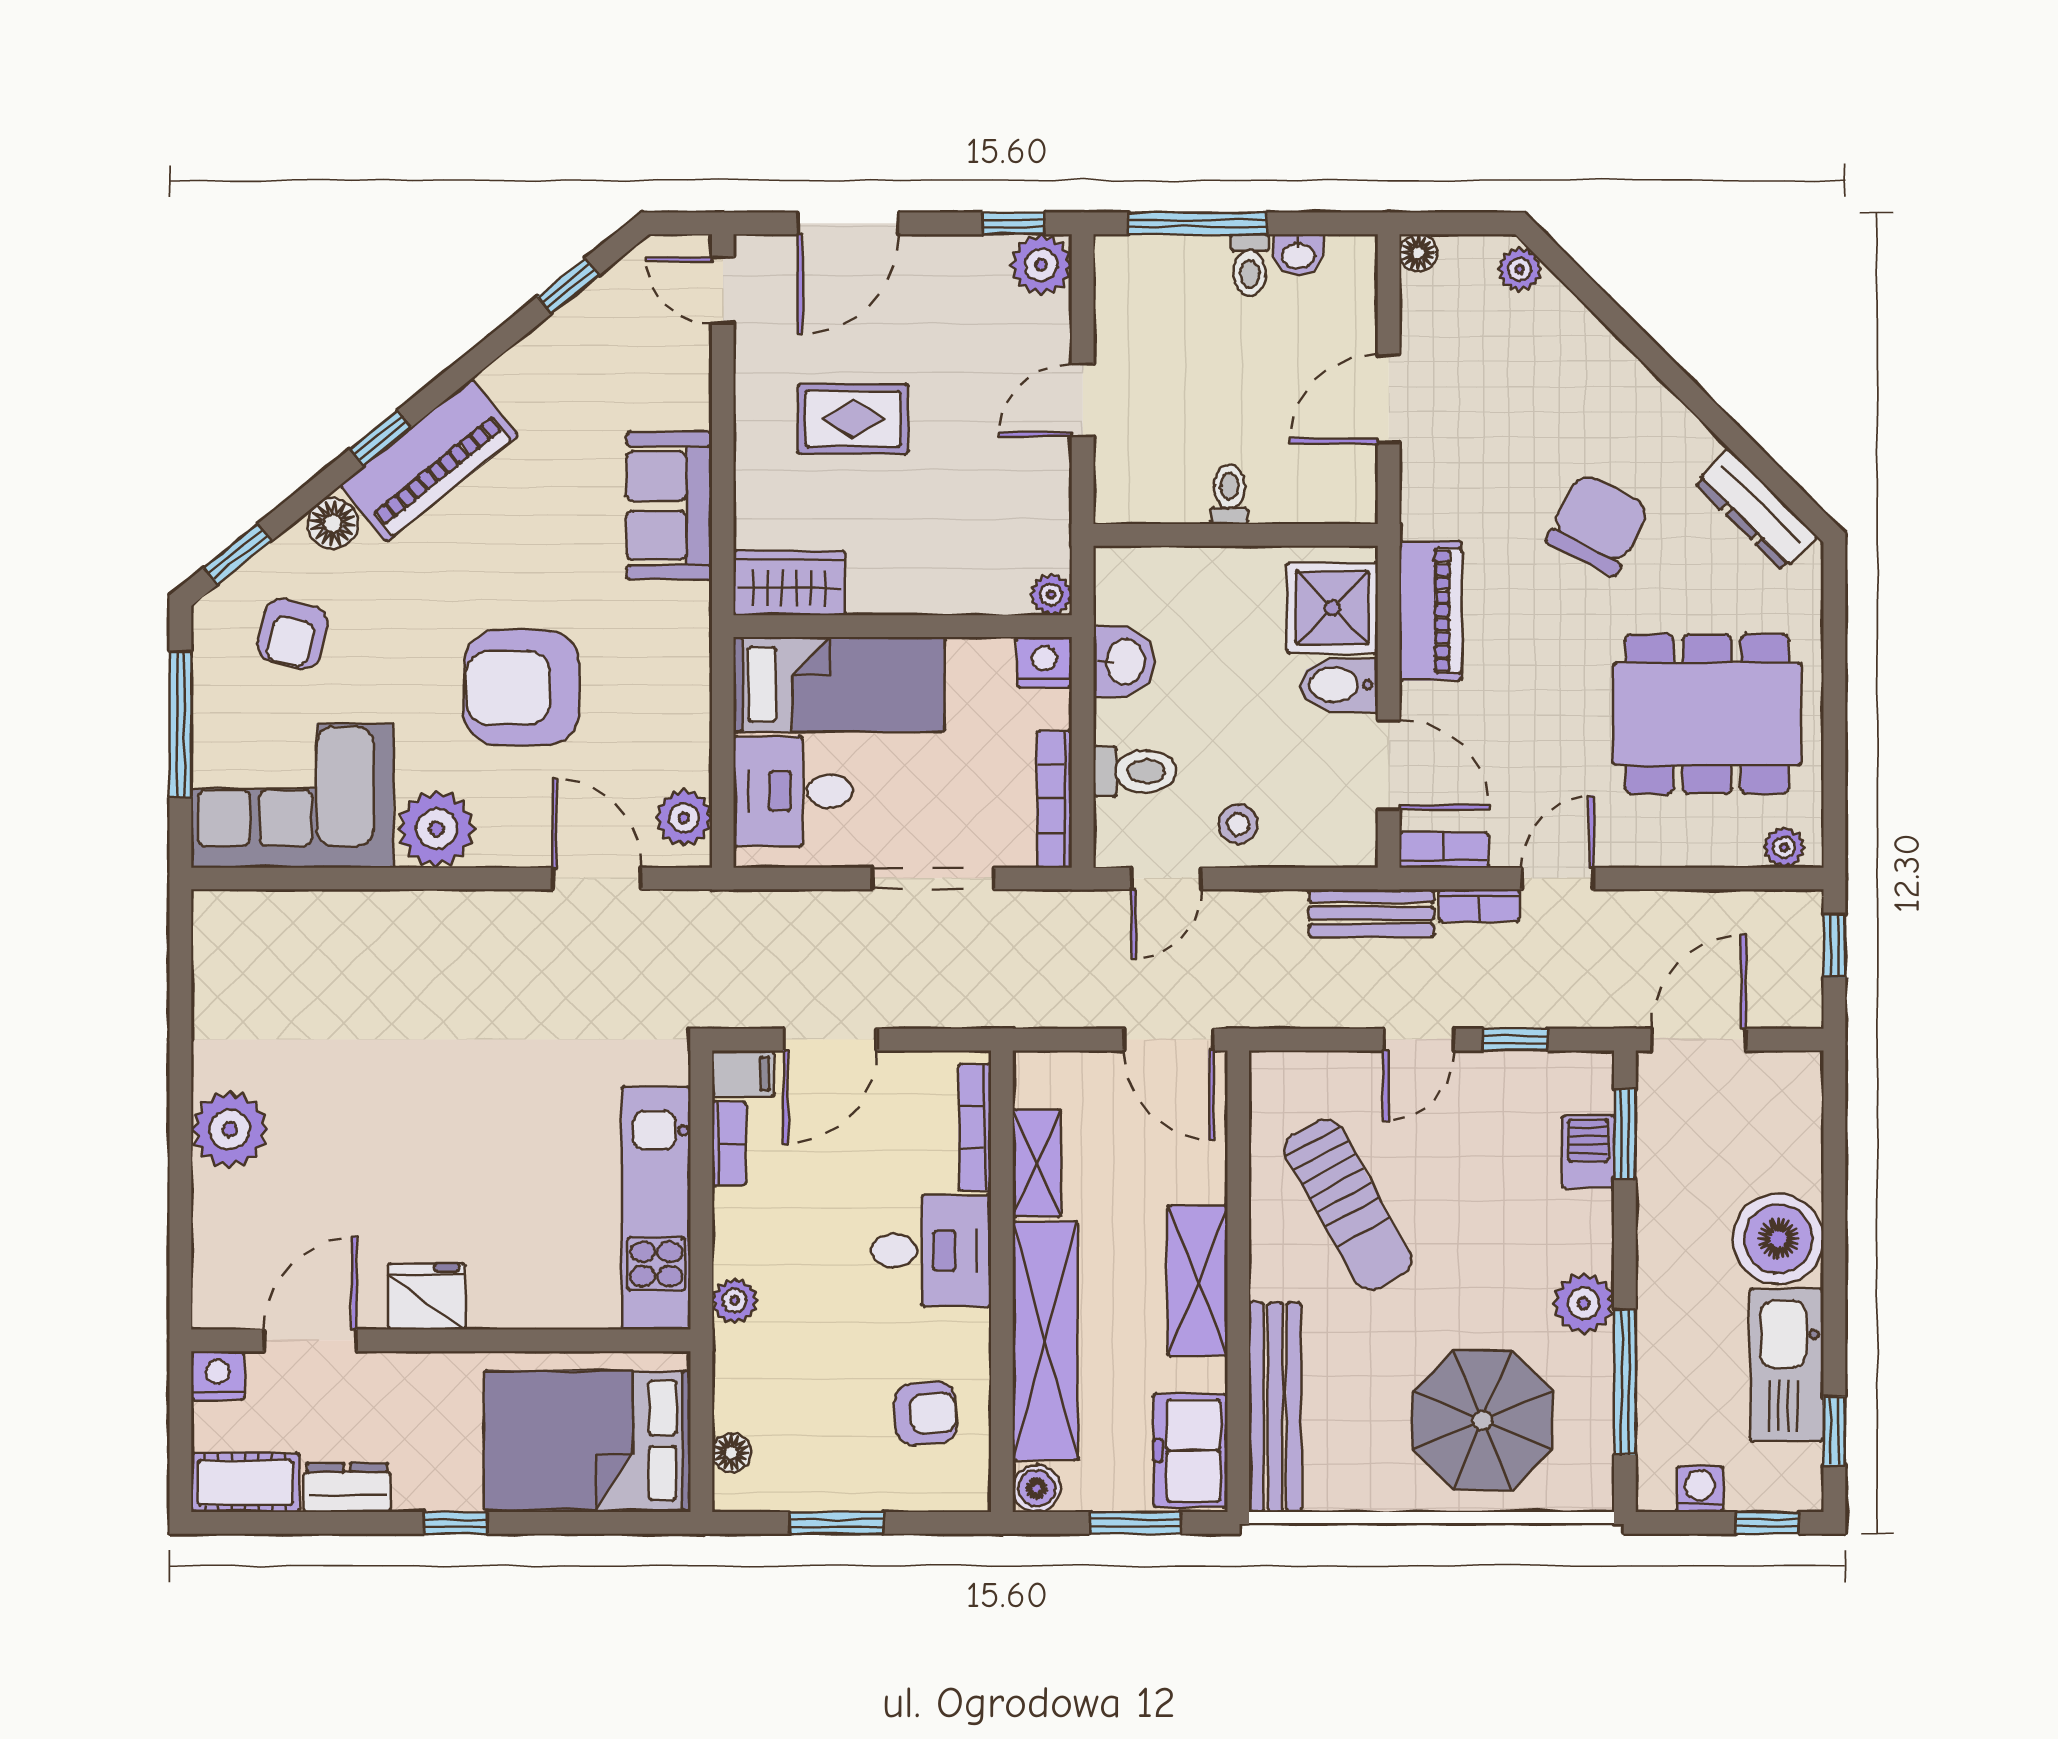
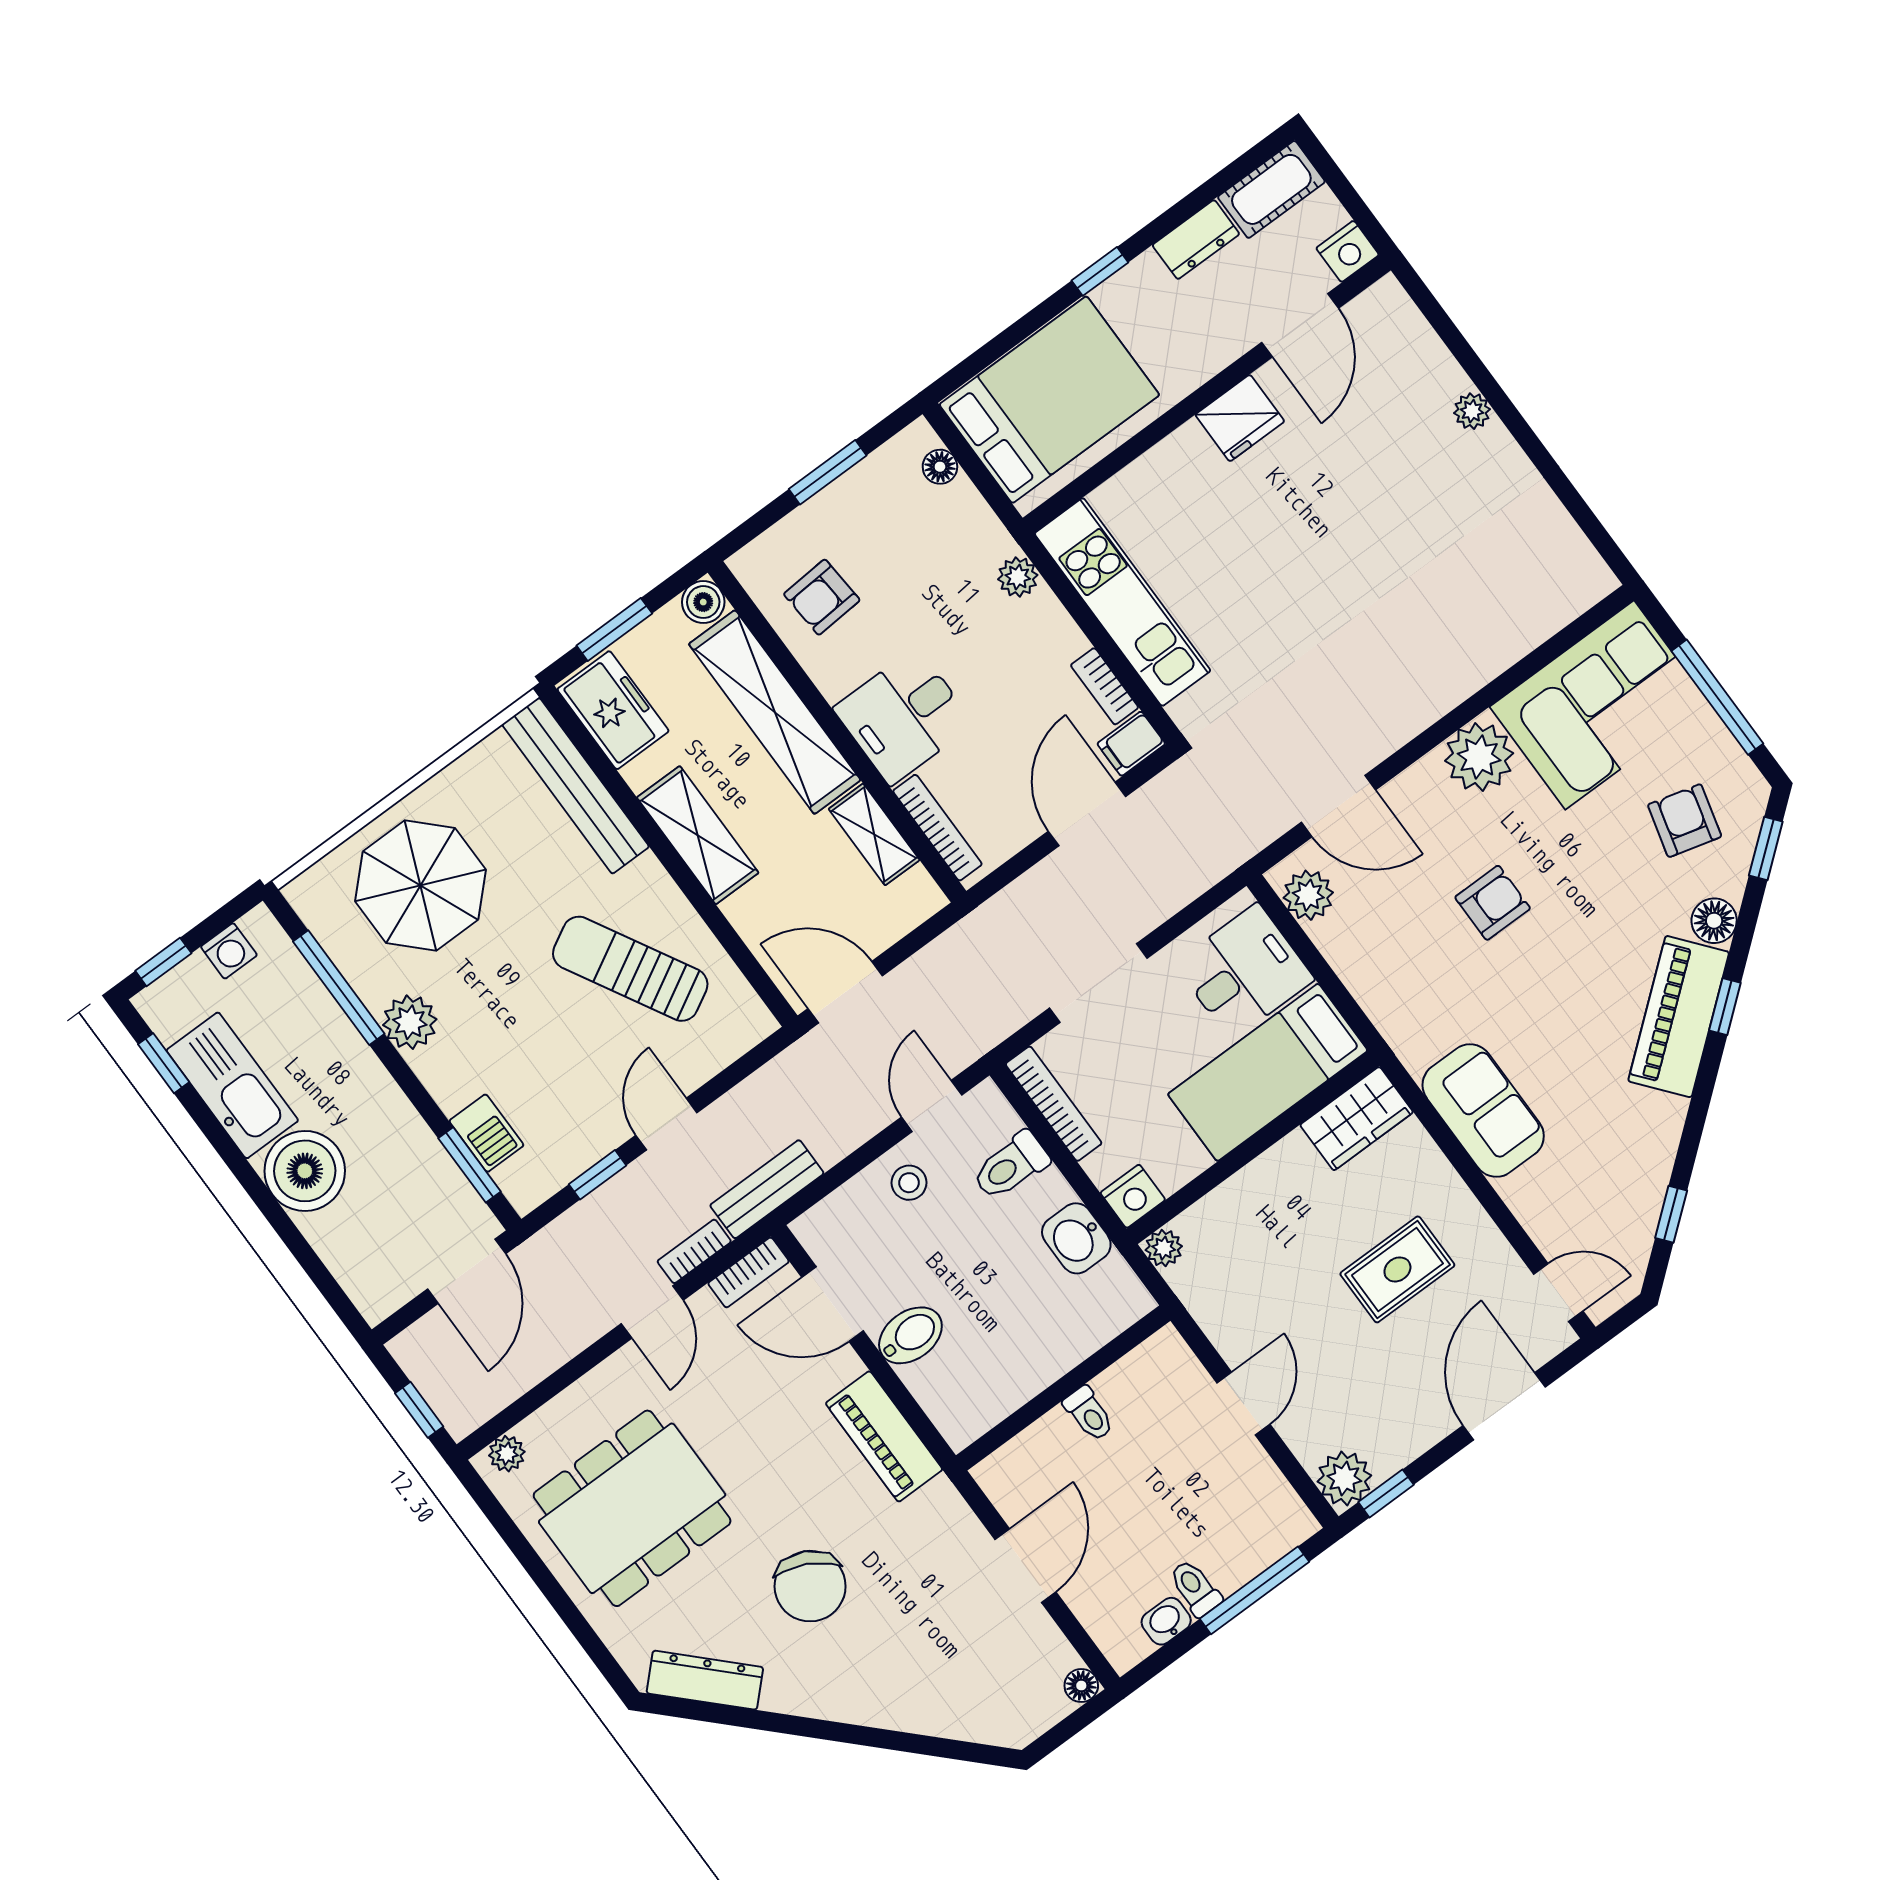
plant: (1520, 269) -> (1000, 1727), removed
shower: (1332, 608) -> (956, 1387), removed
armchair: (522, 688) -> (1493, 903), width x0.53, depth x0.53
plant: (230, 1129) -> (1472, 411), width x0.53, depth x0.53

